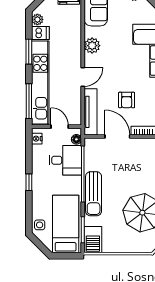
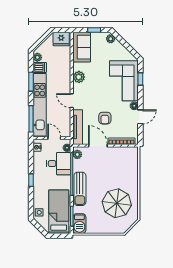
door: (83, 77) -> (72, 101), swing flipped
plant: (90, 148) -> (77, 154), added

